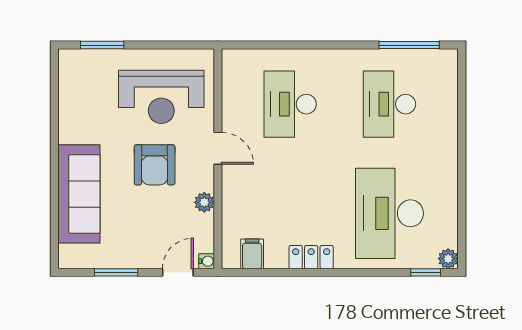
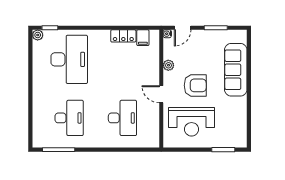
reception desk: (161, 97) -> (192, 122), turned 180
armchair: (155, 165) -> (195, 85), turned 90
locker: (311, 257) -> (123, 36), moved

